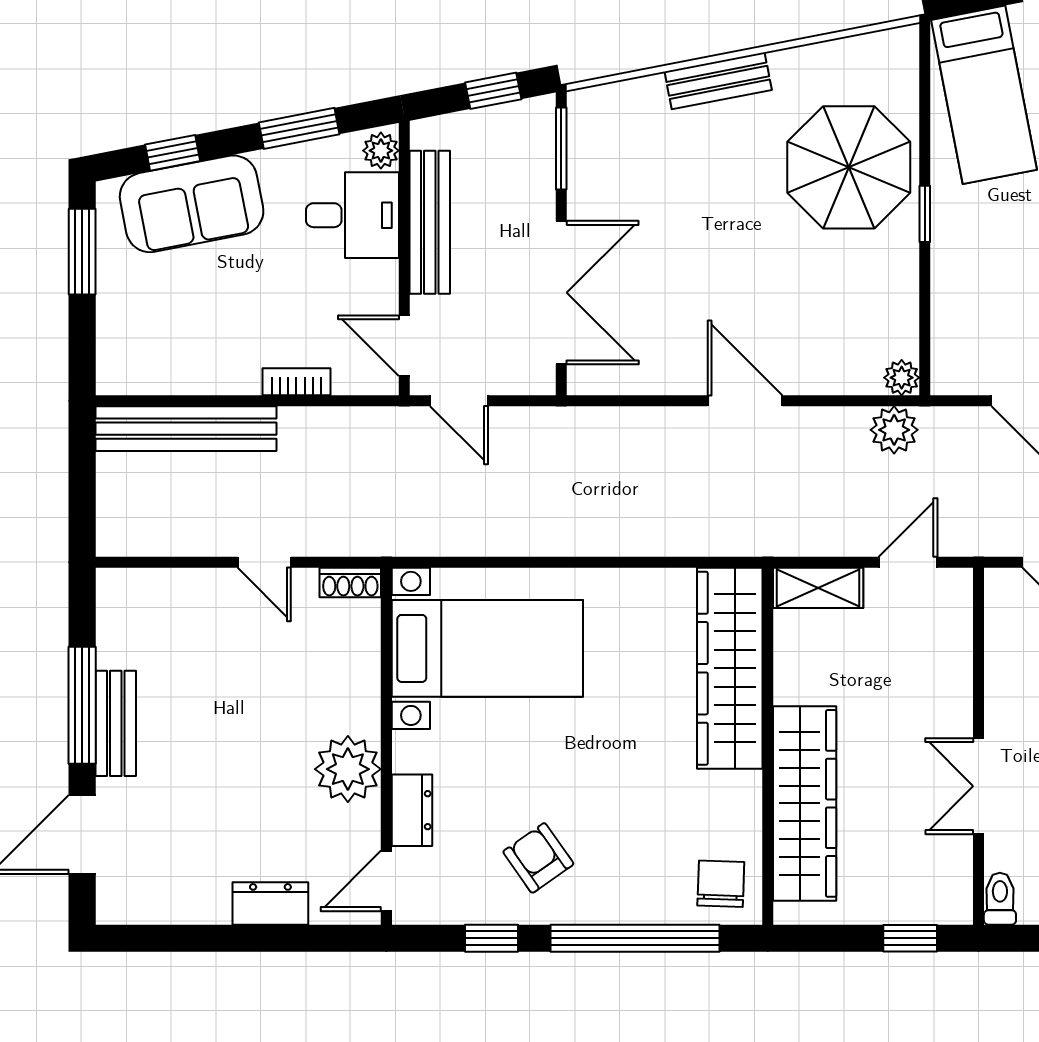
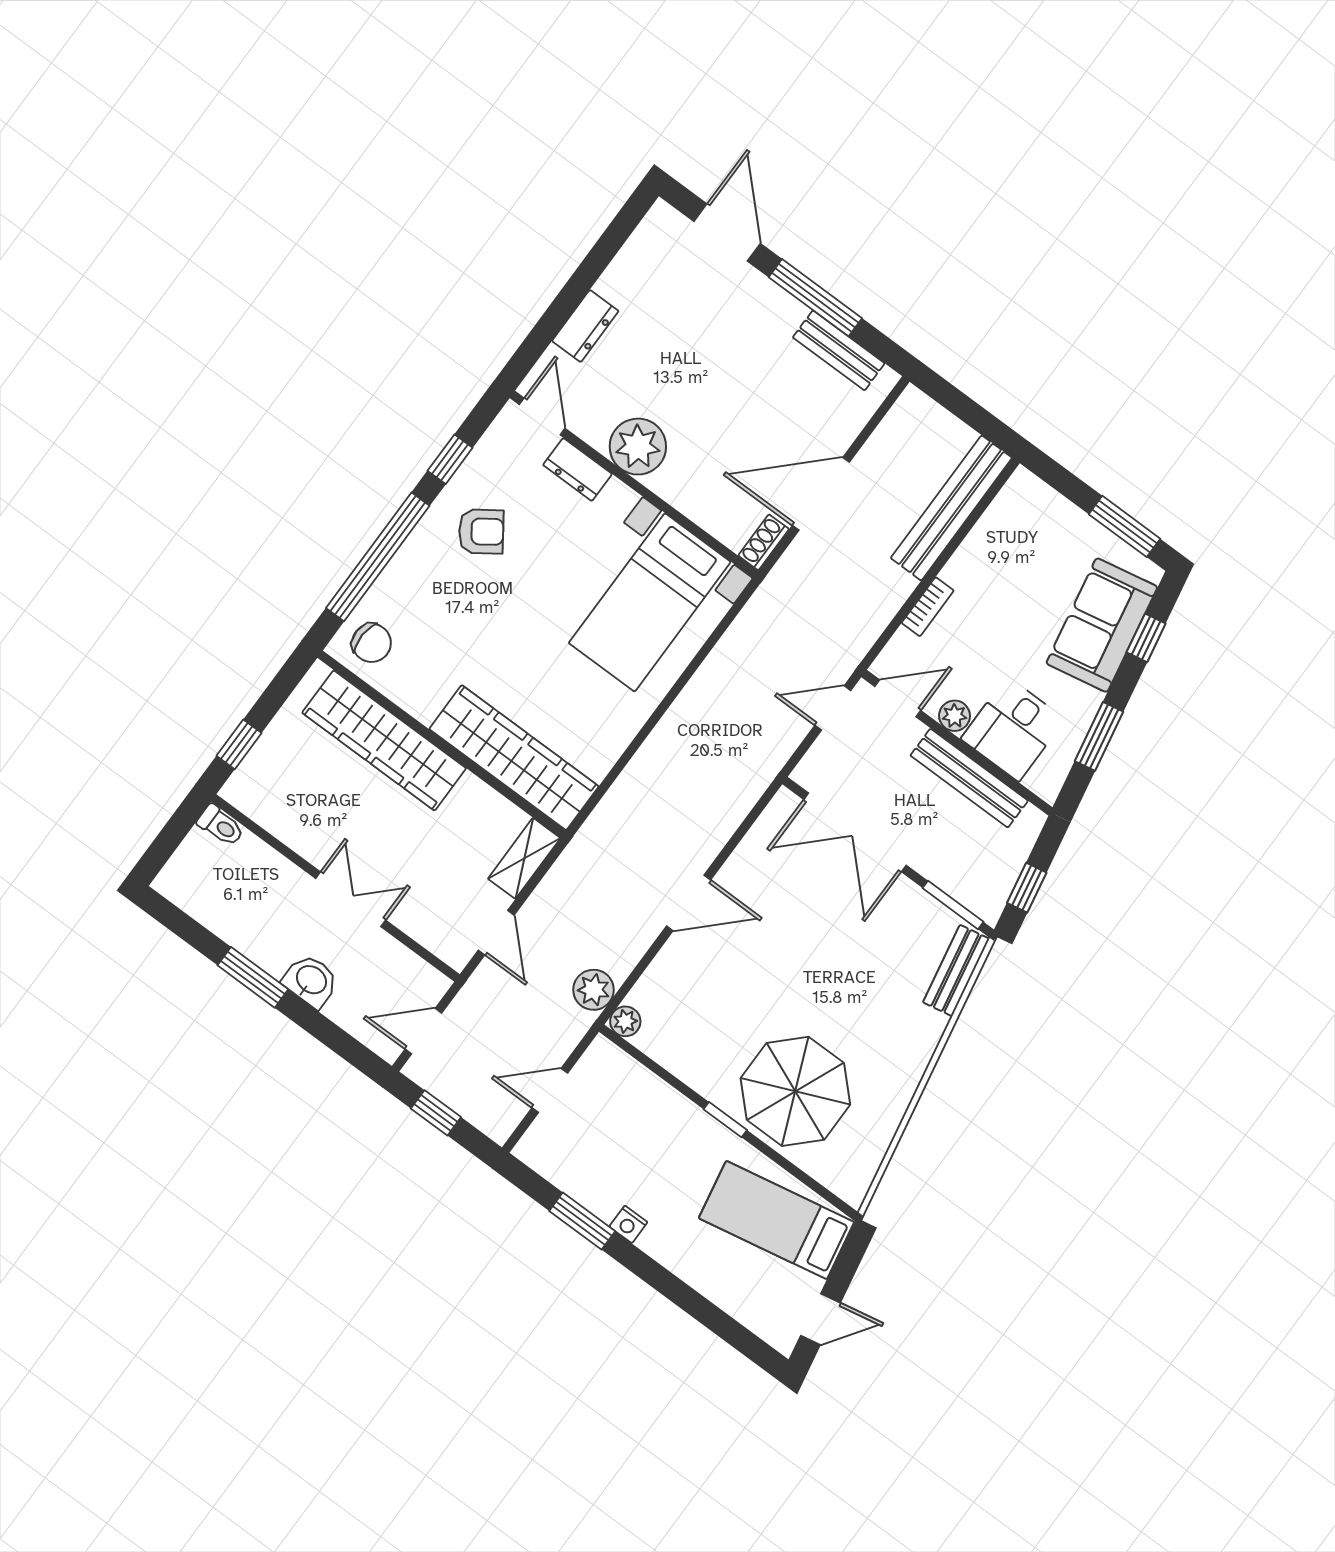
bench: (718, 81) -> (956, 971), moved
plant: (381, 151) -> (955, 716), moved
door: (264, 562) -> (821, 494), width x1.88
bench: (116, 723) -> (839, 350), moved
double door: (979, 786) -> (351, 899), moved

